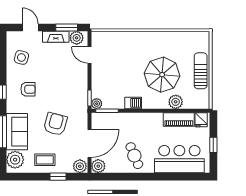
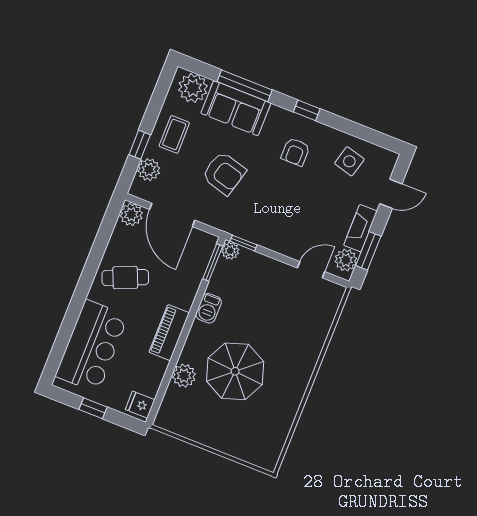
sun lounger: (201, 71) -> (217, 434), removed
piano: (179, 119) -> (169, 333), moved
plant: (80, 166) -> (149, 170), moved

